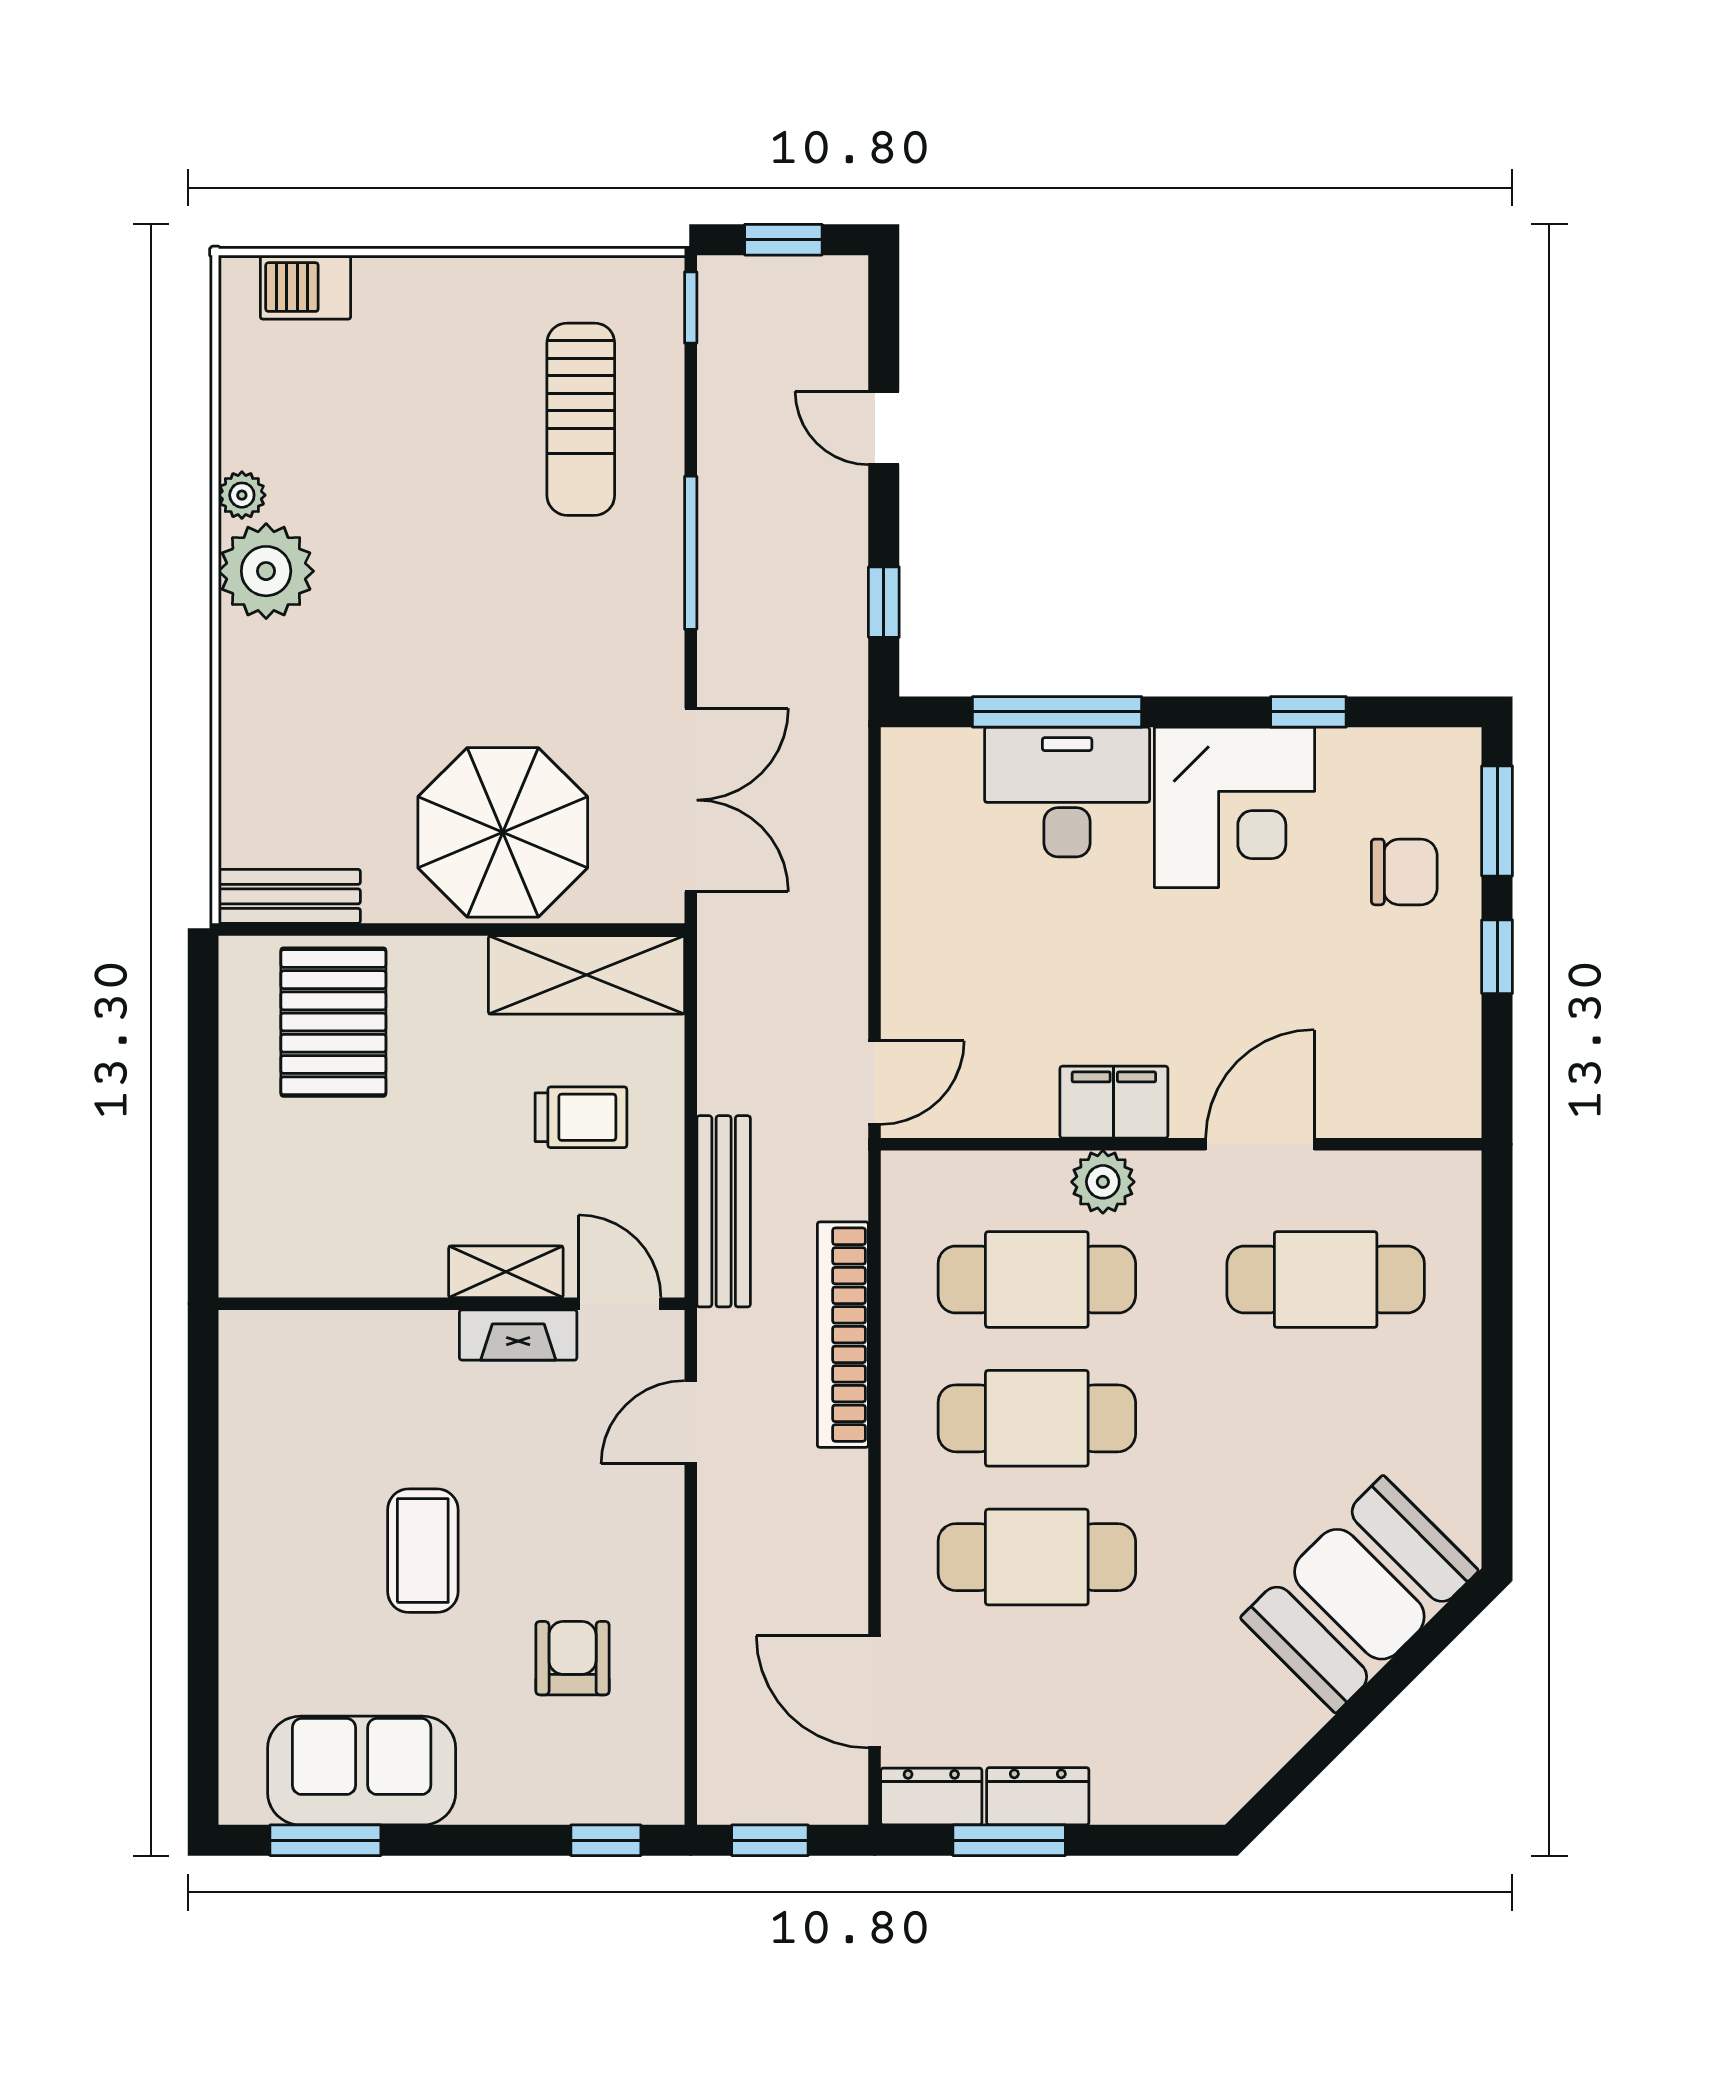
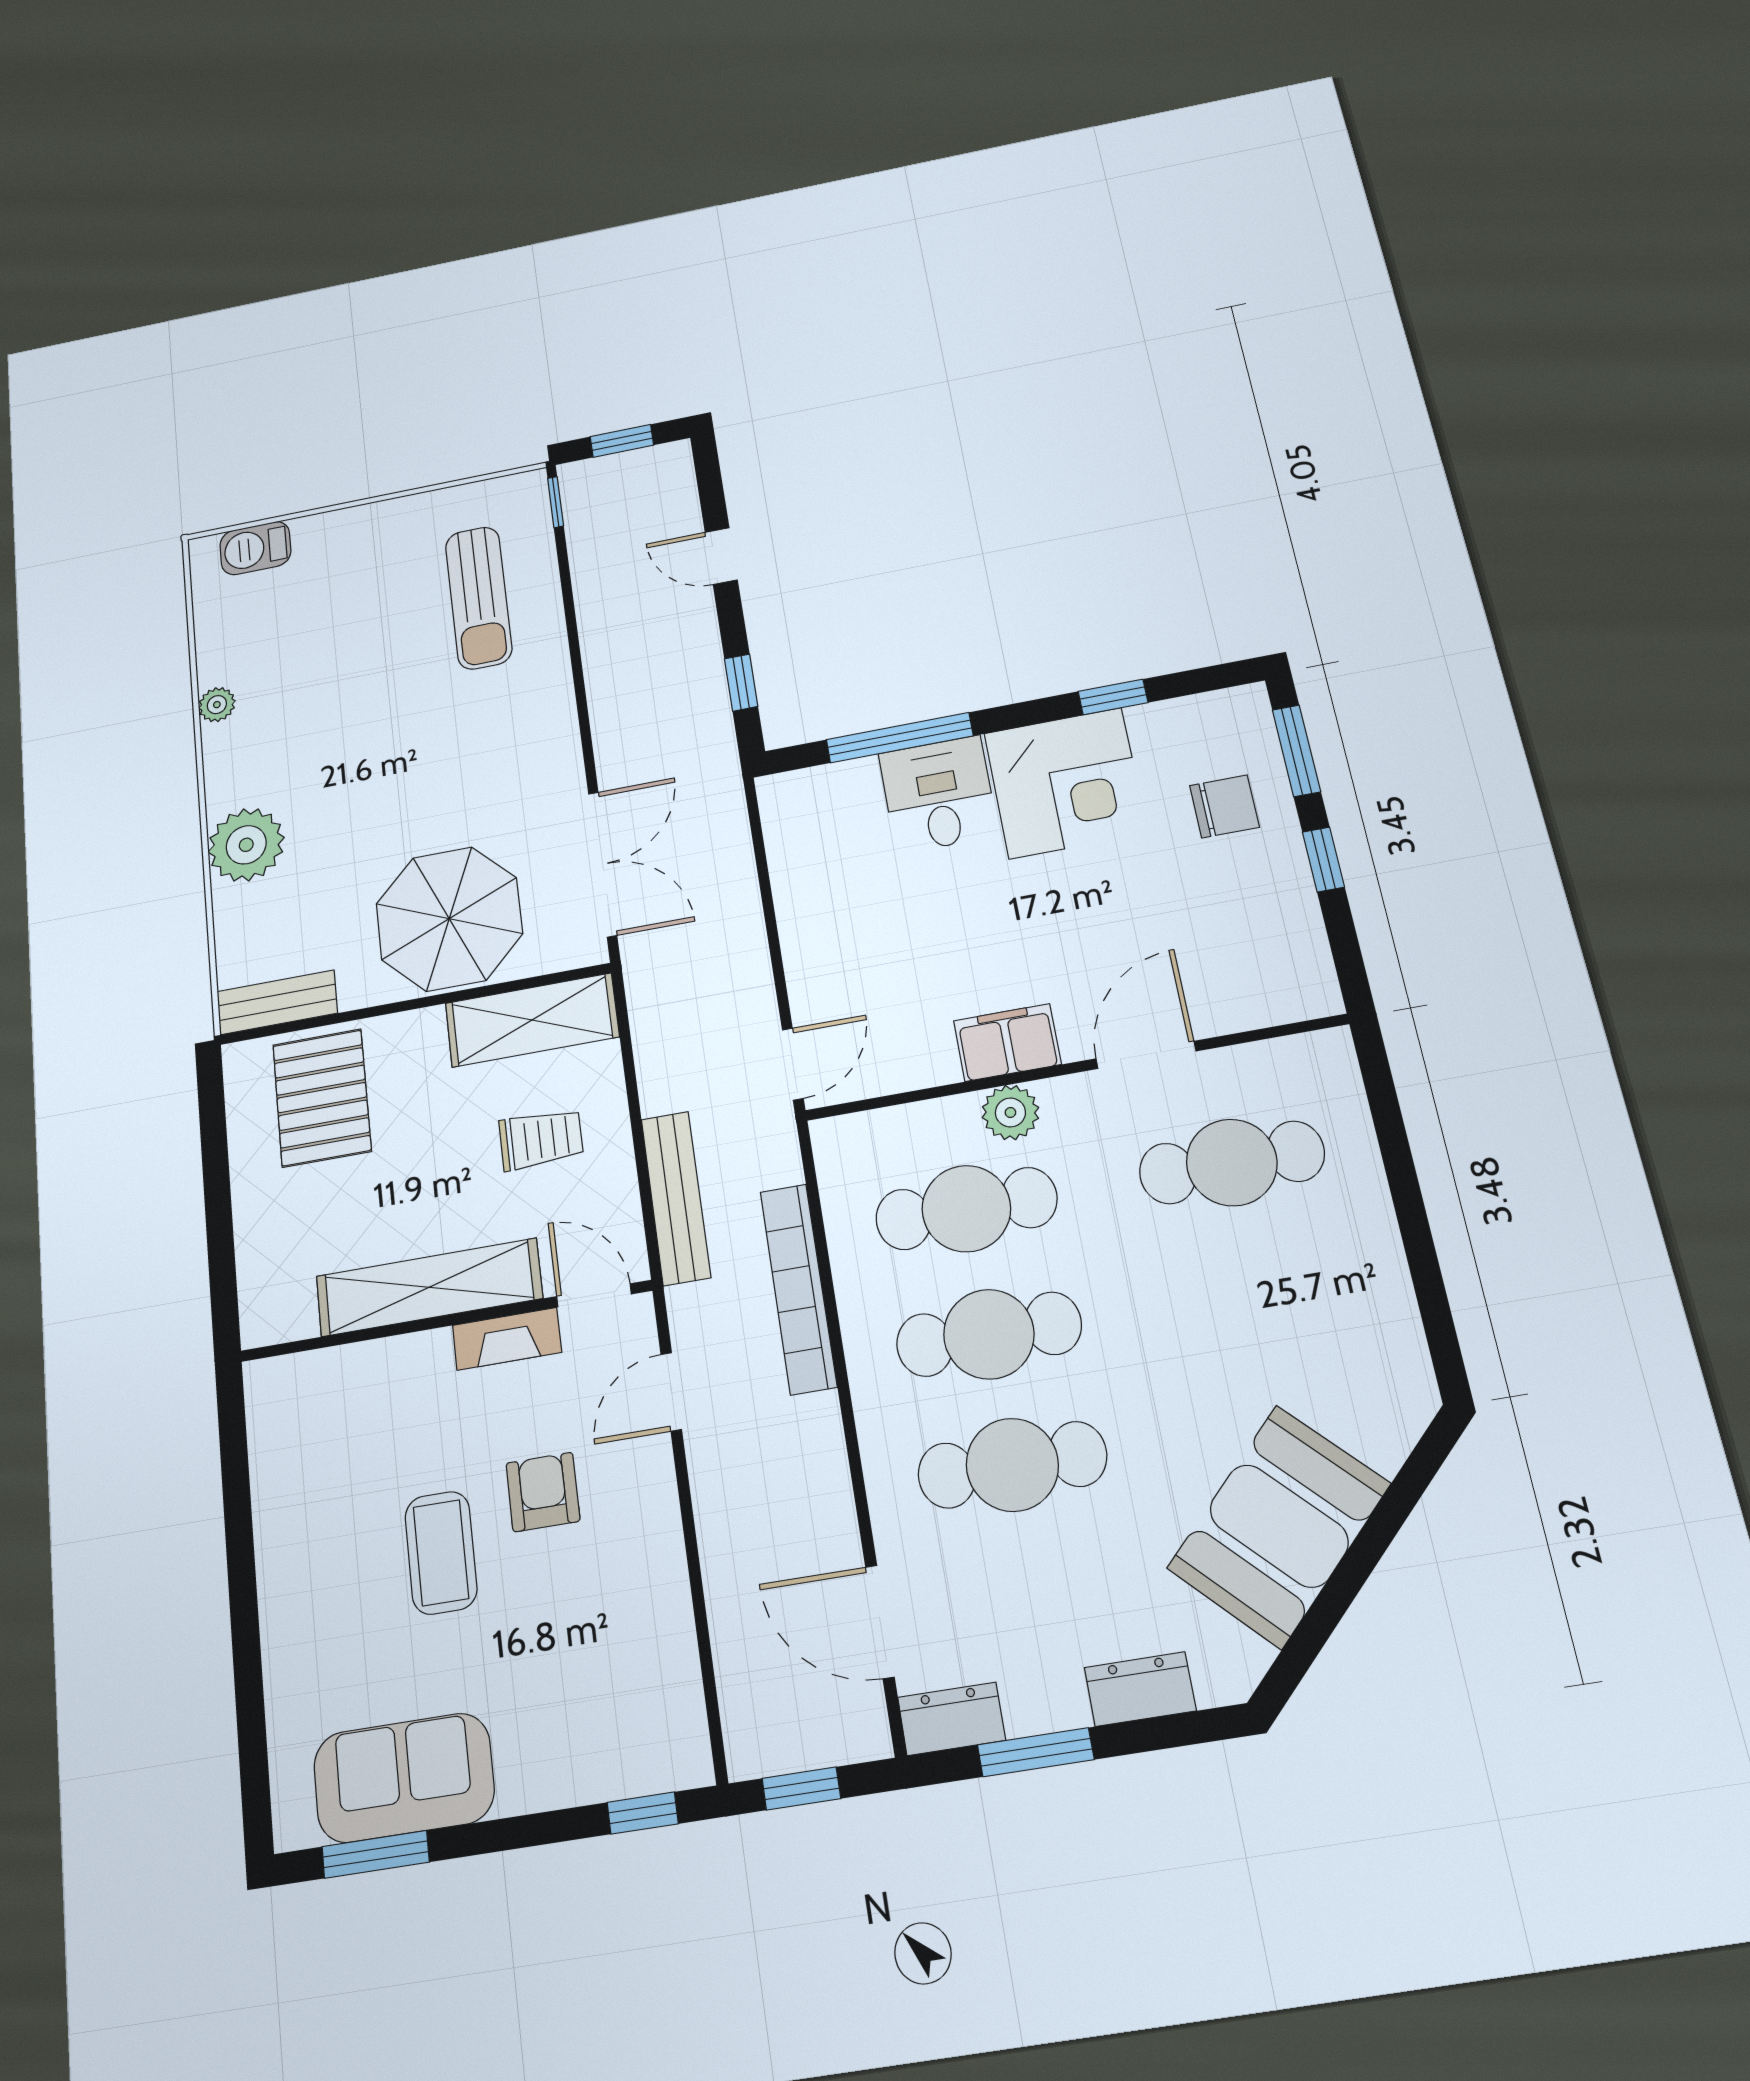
window: (691, 553) -> (578, 677), removed
plant: (266, 571) -> (246, 845), moved
desk: (1067, 792) -> (938, 794), width x0.73
shelving: (506, 1272) -> (429, 1287), width x2.20, depth x1.33
booth: (1359, 1594) -> (1279, 1526), moved
armchair: (573, 1658) -> (543, 1492), moved
dresser: (1038, 1796) -> (1140, 1689), moved

